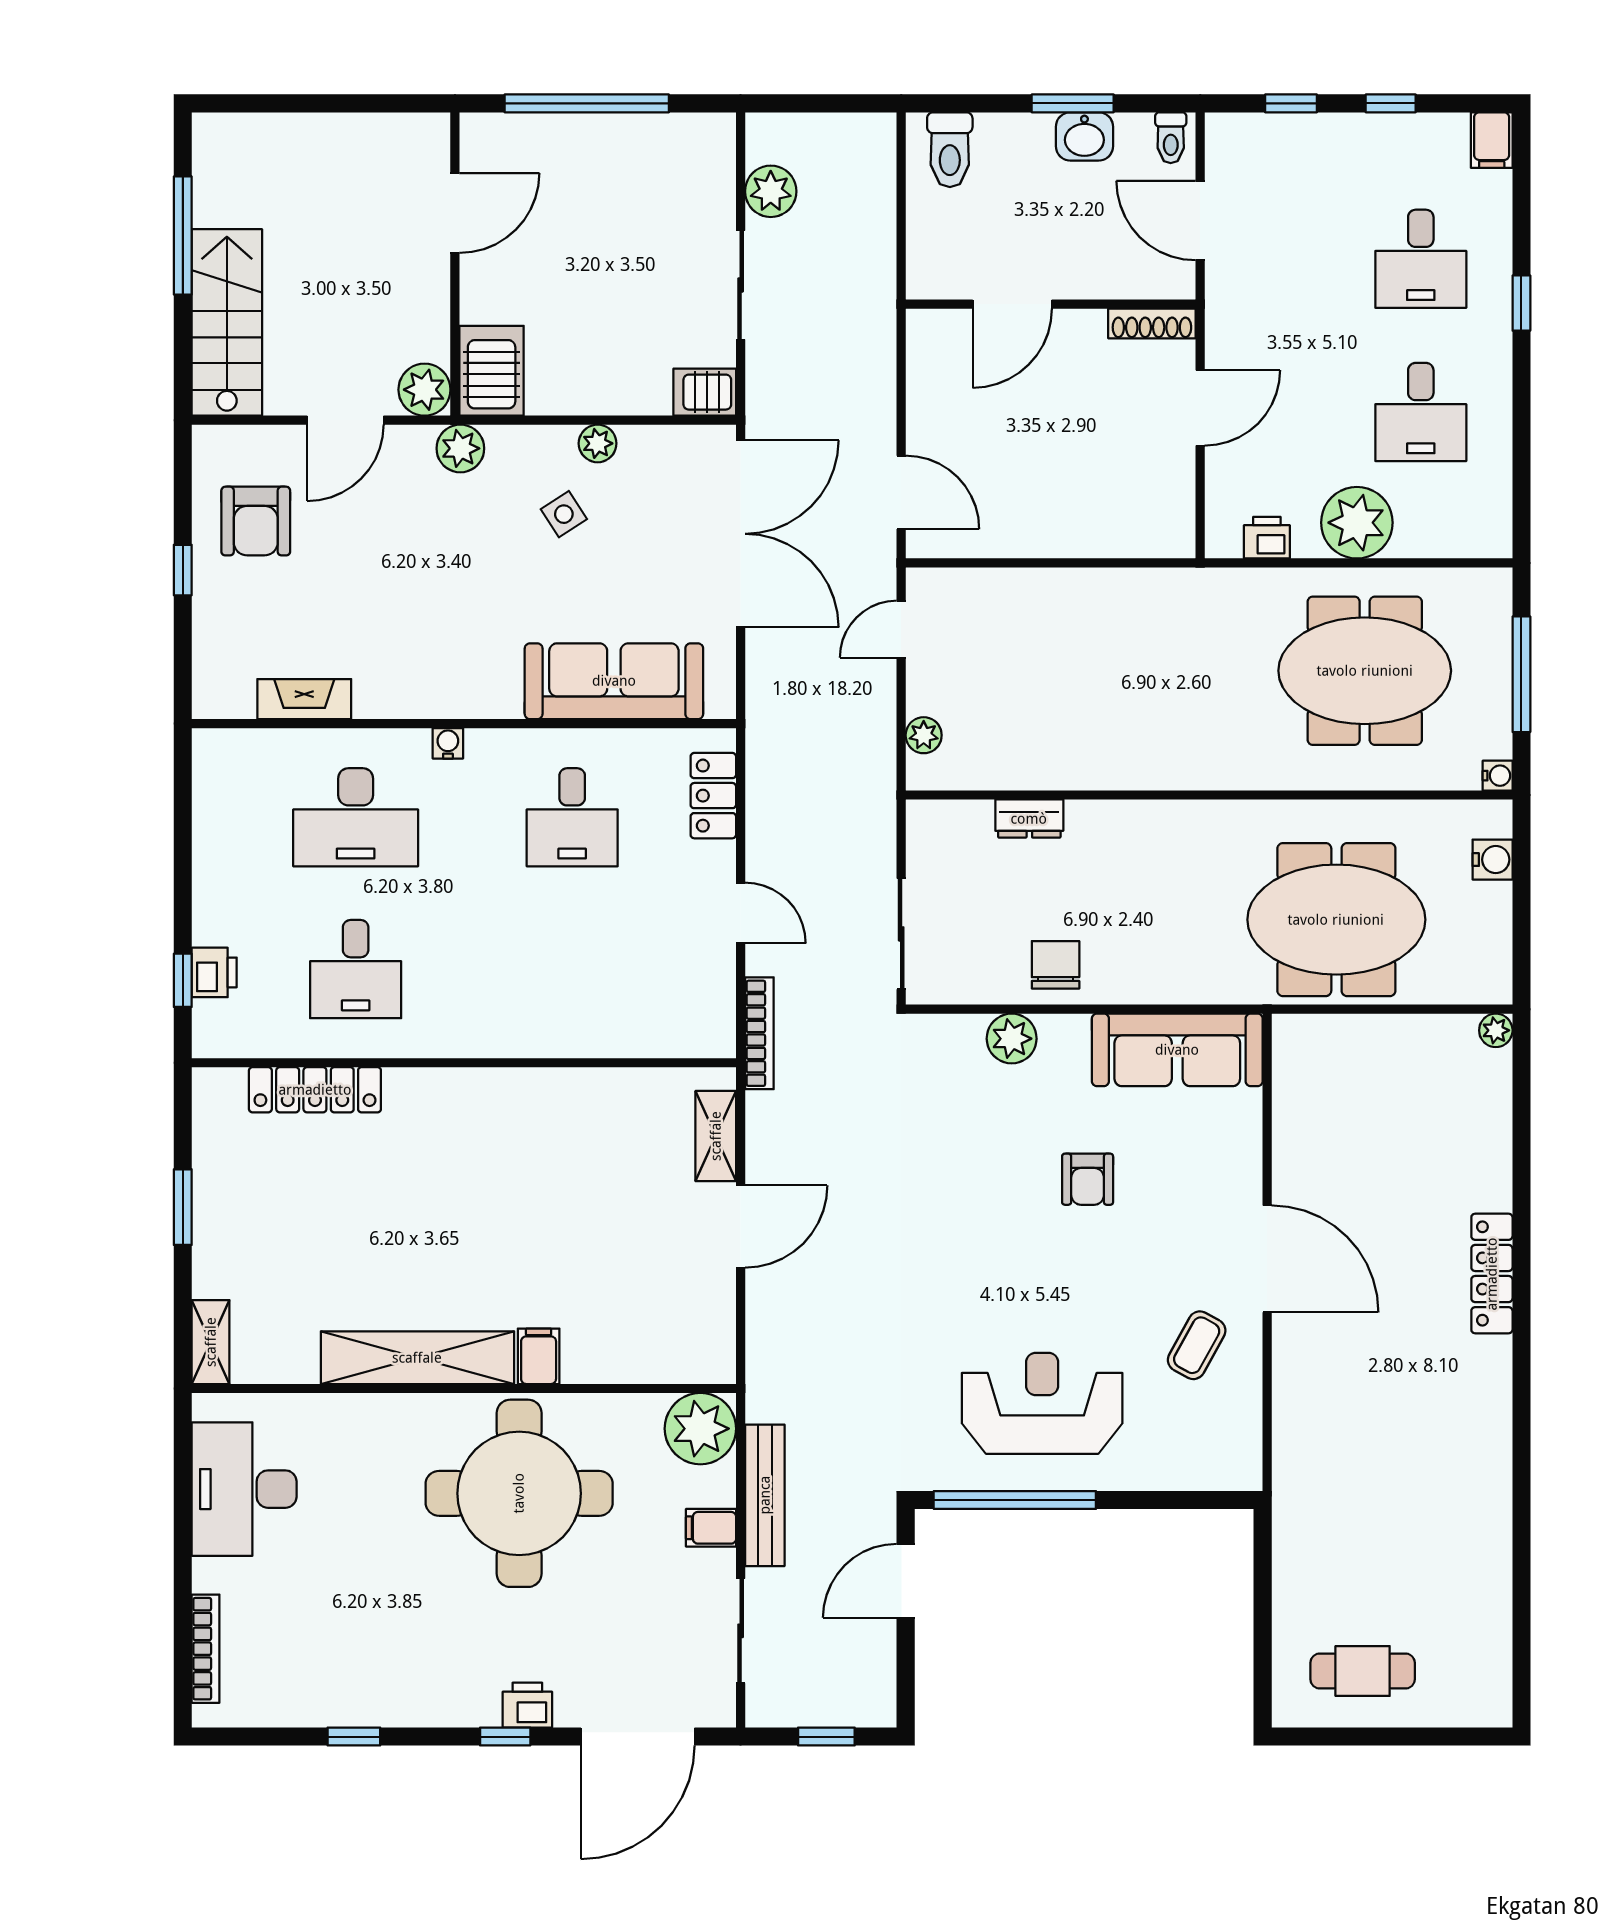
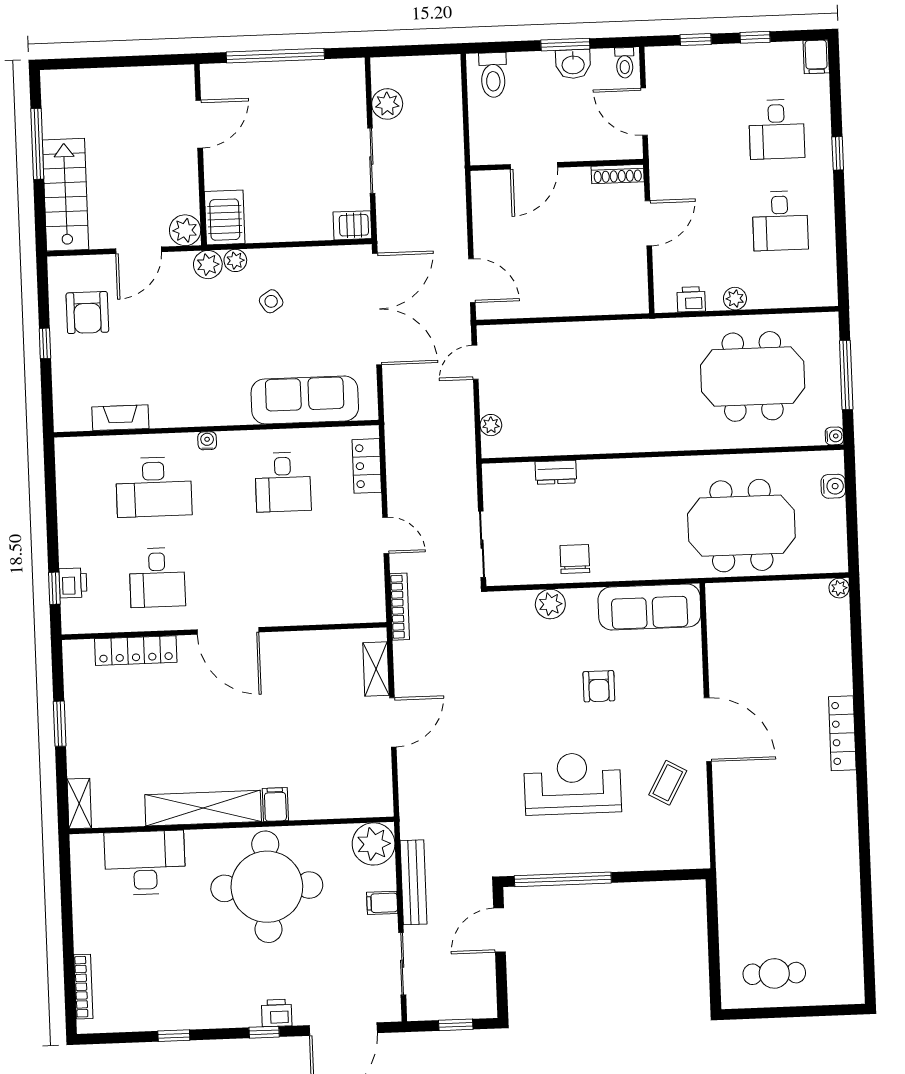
plant: (598, 443) -> (235, 260), moved
plant: (1357, 523) -> (735, 299), width x0.53, depth x0.53
door: (471, 1063) -> (228, 631), added
reception desk: (1042, 1403) -> (573, 784), moved
desk: (244, 1489) -> (145, 863), moved, turned 90

